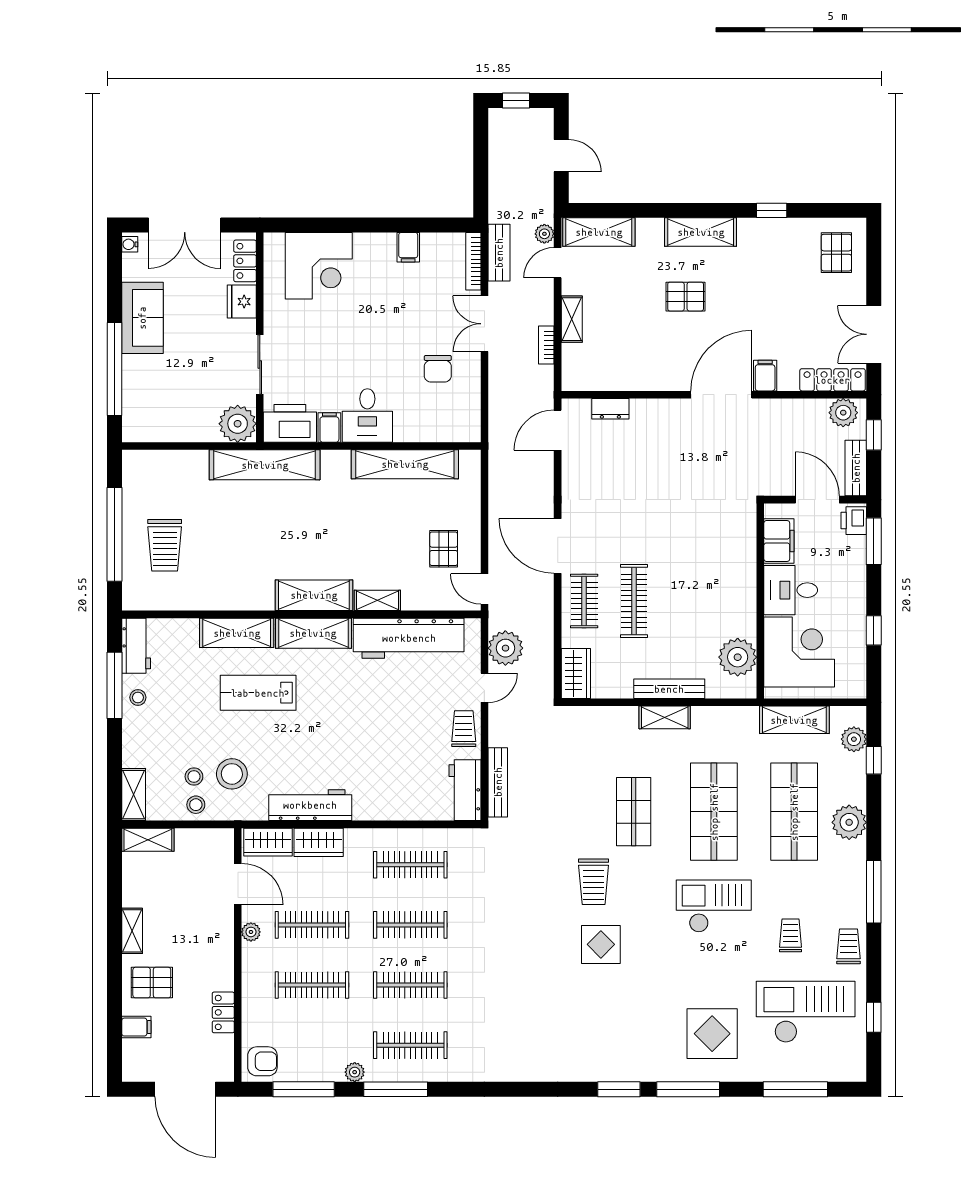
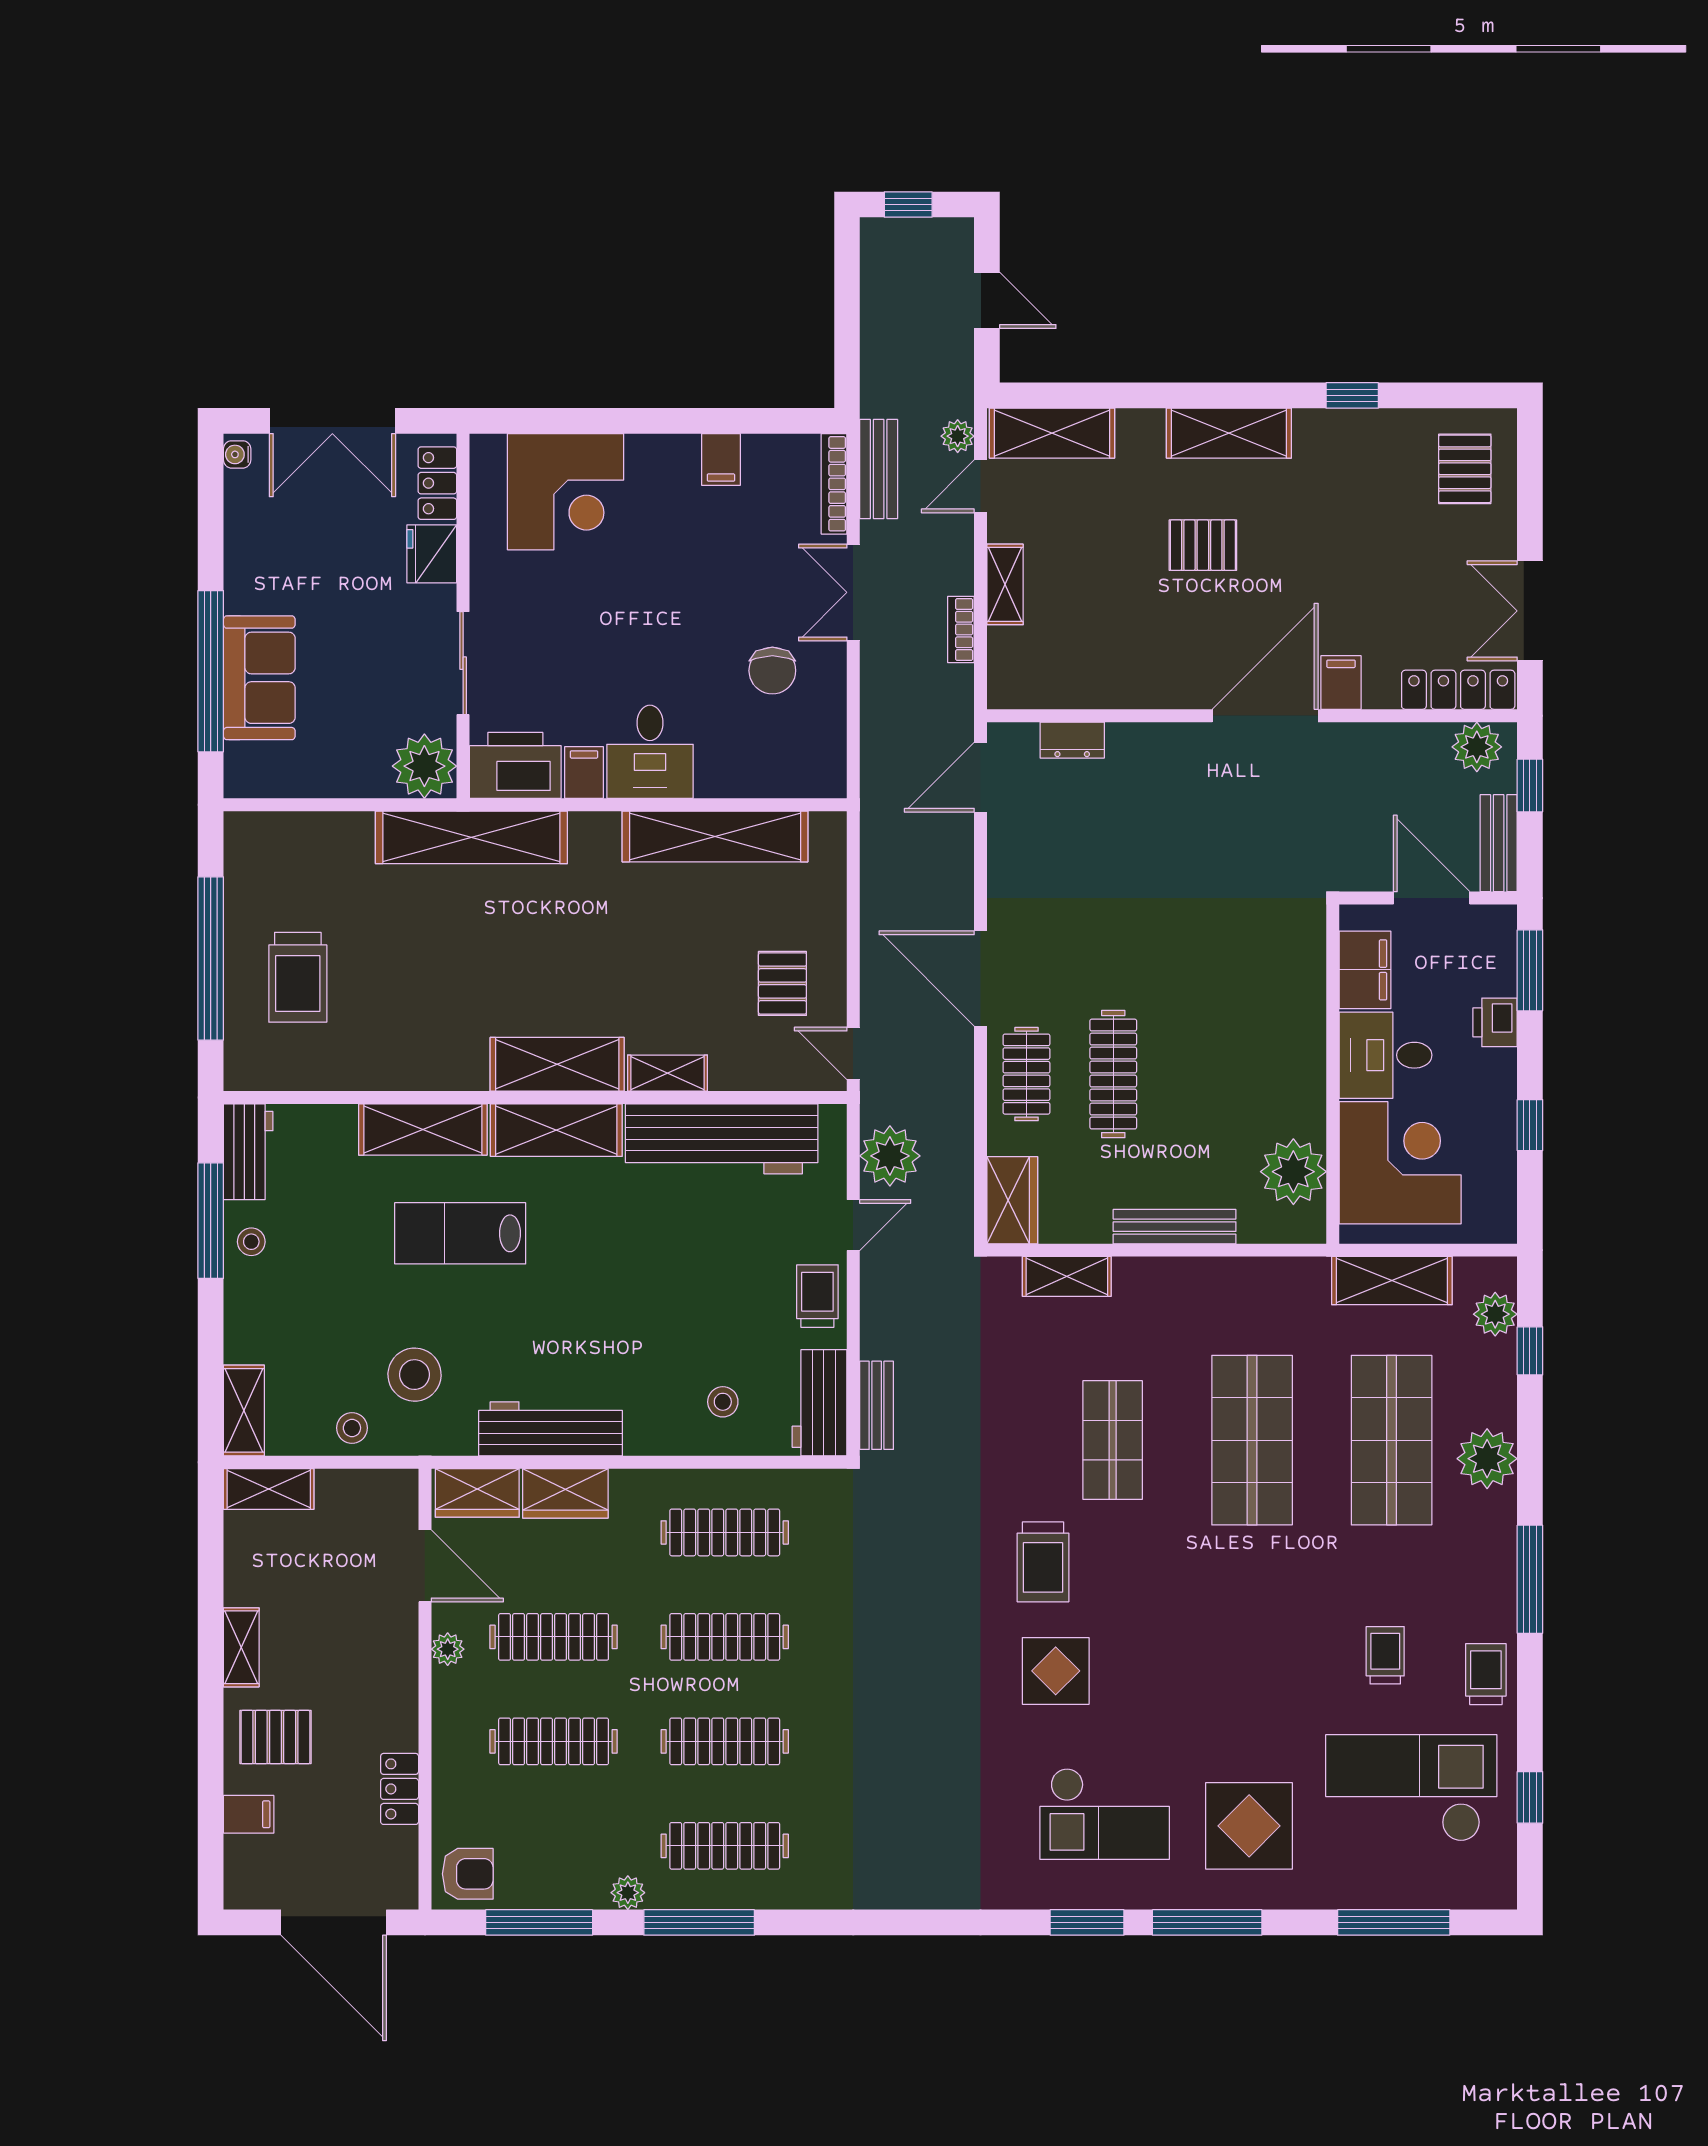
sofa: (142, 318) -> (259, 678), moved
printer: (854, 521) -> (1495, 1022), moved
shelving: (665, 717) -> (1067, 1276), moved
stool: (194, 777) -> (723, 1402), moved
bench: (498, 782) -> (877, 1405), width x0.73
checkout: (714, 906) -> (1105, 1814), moved, turned 180

